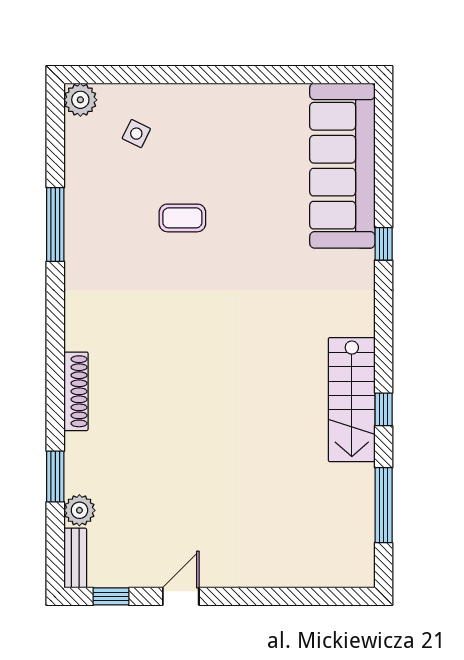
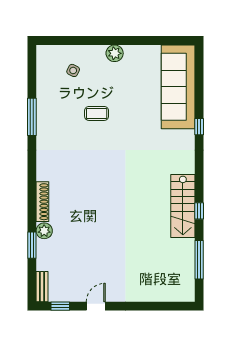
plant: (80, 100) -> (115, 53), moved
plant: (79, 510) -> (44, 231), moved

